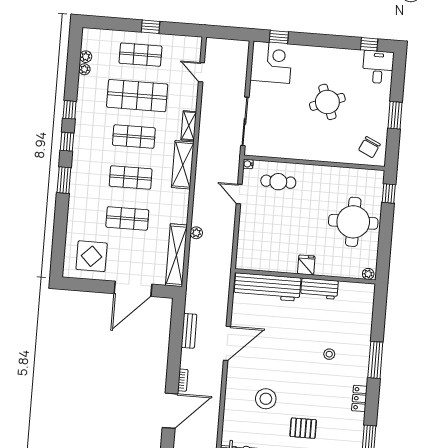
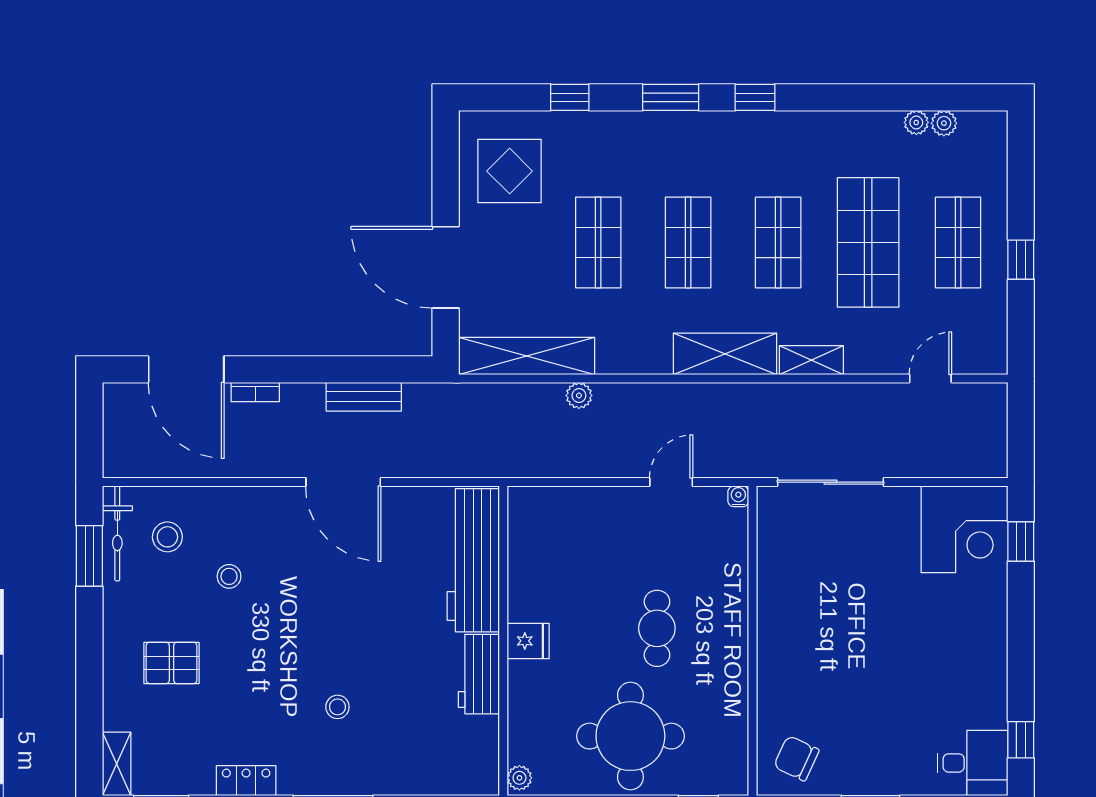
round table: (327, 102) -> (888, 659), removed
window: (70, 110) -> (570, 97), moved
cafe table: (278, 182) -> (657, 628), moved
stool: (266, 399) -> (229, 576), width x0.53, depth x0.53
stool: (246, 425) -> (167, 537), added
pallet: (303, 428) -> (172, 663), turned 90

